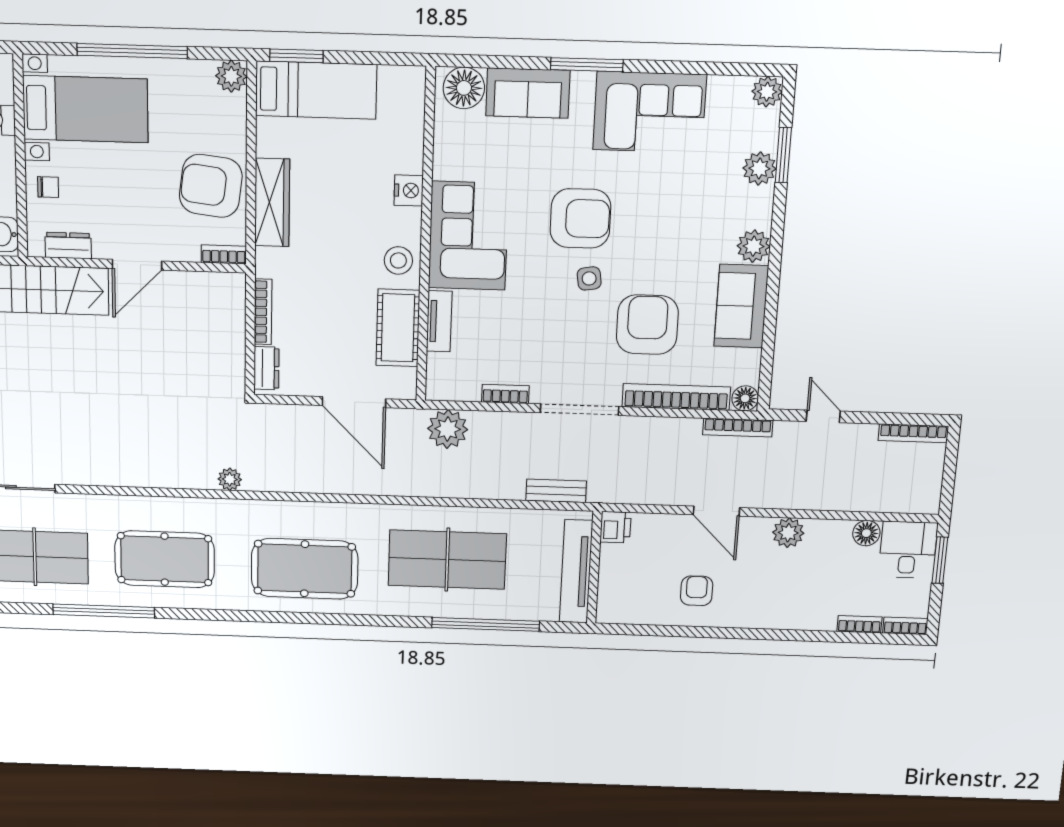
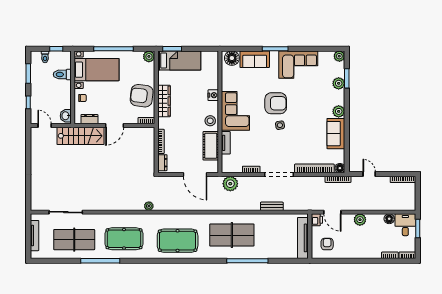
armchair: (647, 325) -> (302, 142), removed
printer: (616, 527) -> (317, 220), moved
wall: (594, 568) -> (310, 236), moved
tv unit: (576, 571) -> (303, 238), moved

